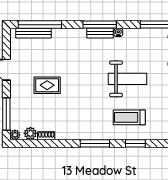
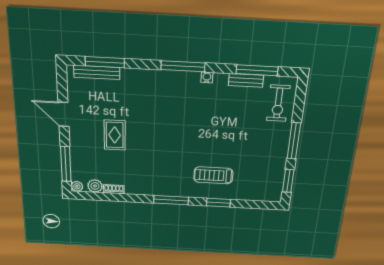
window: (40, 25) -> (105, 62), width x0.68
bench: (100, 33) -> (246, 80), moved
weight bench: (128, 79) -> (215, 133), removed
rug: (47, 85) -> (115, 135), turned 90

